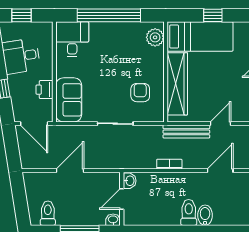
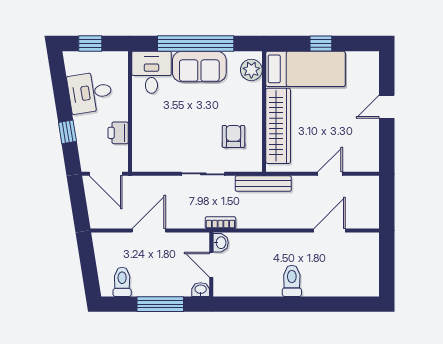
sofa: (69, 100) -> (199, 67), moved, turned 90
bench: (186, 132) -> (263, 184), moved
bookcase: (169, 164) -> (220, 223), moved
door: (122, 199) -> (211, 265), hinge flipped
bidet: (205, 215) -> (311, 284), removed

